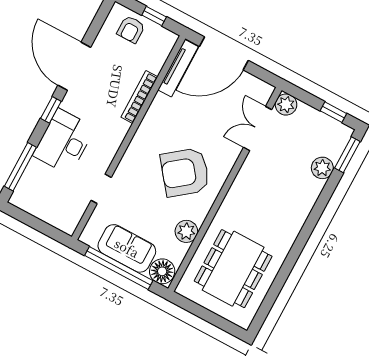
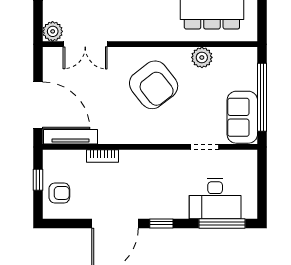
bookcase: (139, 97) -> (103, 156), width x0.64
desk: (64, 142) -> (215, 199), moved
sofa: (127, 248) -> (242, 117), moved
floor lamp: (162, 271) -> (246, 60), removed

